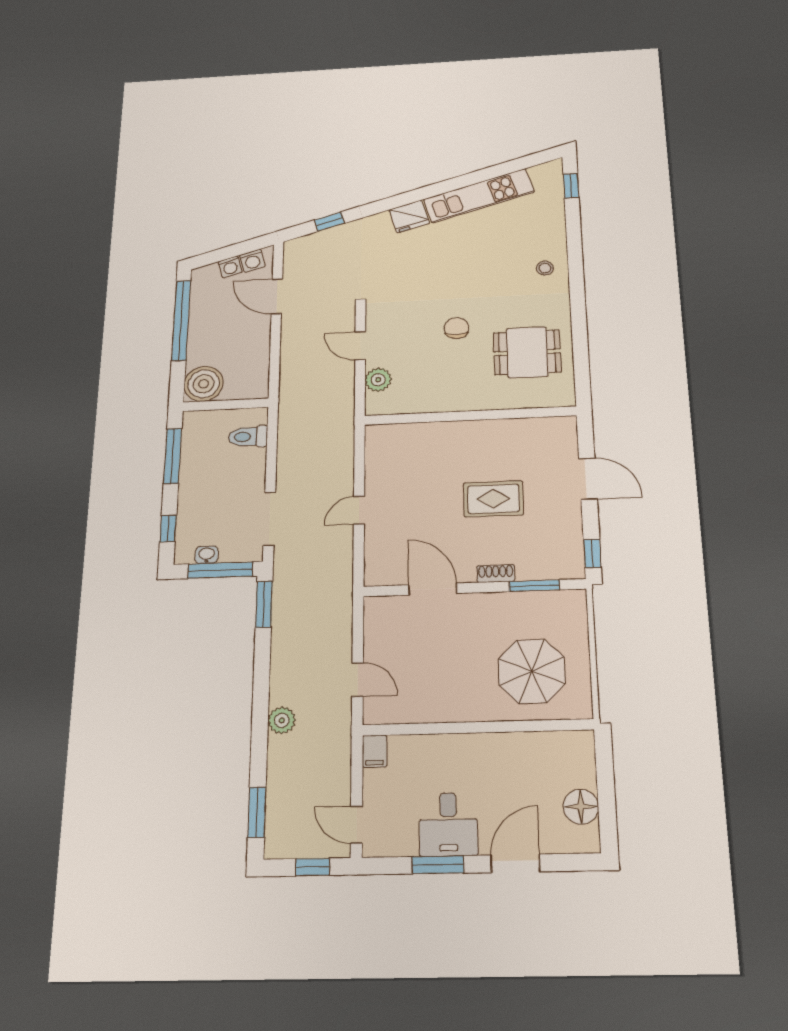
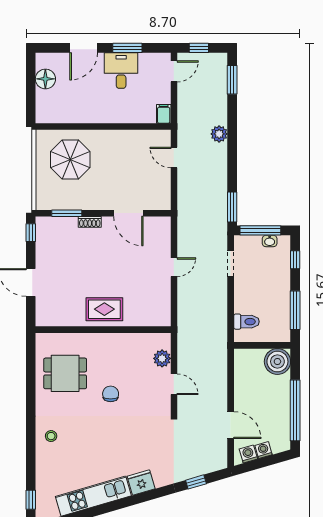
chair: (456, 328) -> (111, 394), turned 180
rug: (493, 499) -> (104, 309), moved
doorway: (269, 519) -> (231, 264), width x0.73
door: (356, 825) -> (174, 71), hinge flipped

